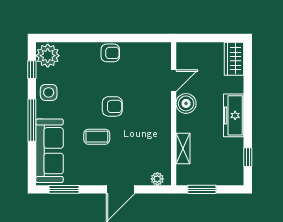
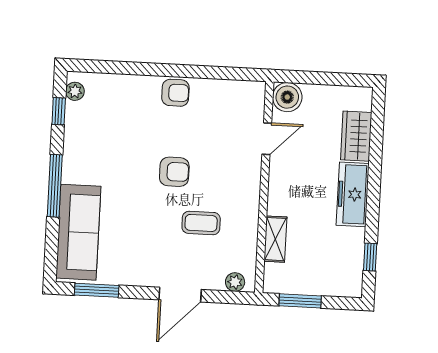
plant: (48, 56) -> (75, 91), width x0.53, depth x0.53
wardrobe: (234, 59) -> (356, 136), moved
side table: (49, 92) -> (82, 146), removed
boiler: (186, 103) -> (287, 97), moved
coffee table: (97, 137) -> (201, 223), moved

